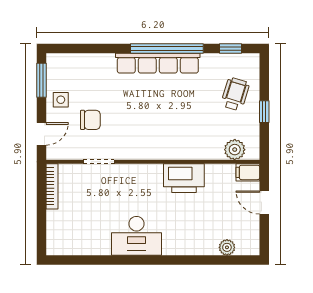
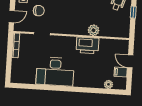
plant: (235, 150) -> (93, 30), moved
filing cabinet: (248, 172) -> (121, 72), moved
desk: (136, 236) -> (55, 72), width x1.36, depth x1.30

